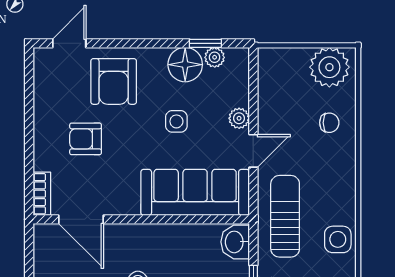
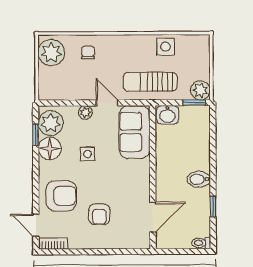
plant: (215, 57) -> (51, 123), width x1.88, depth x1.88
sofa: (195, 192) -> (135, 132), width x0.73
bookcase: (42, 194) -> (53, 243), moved

